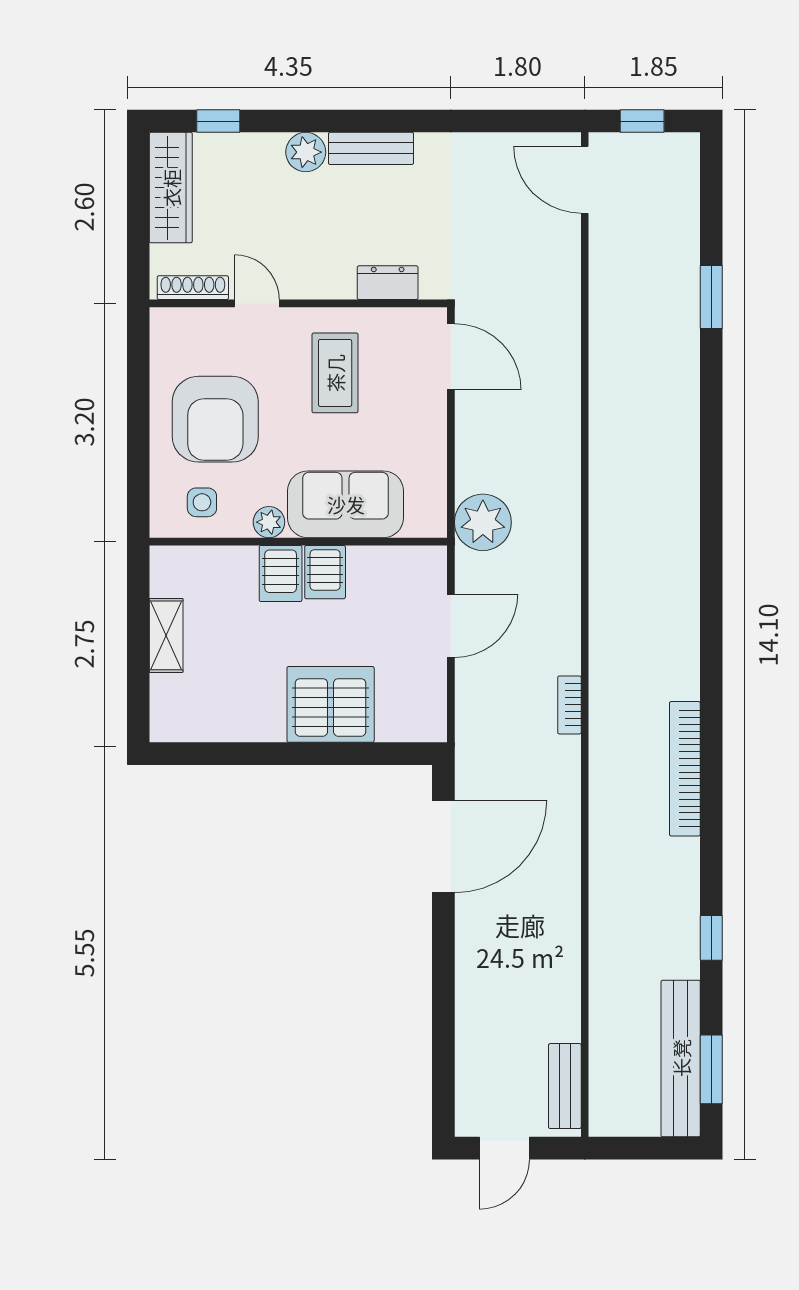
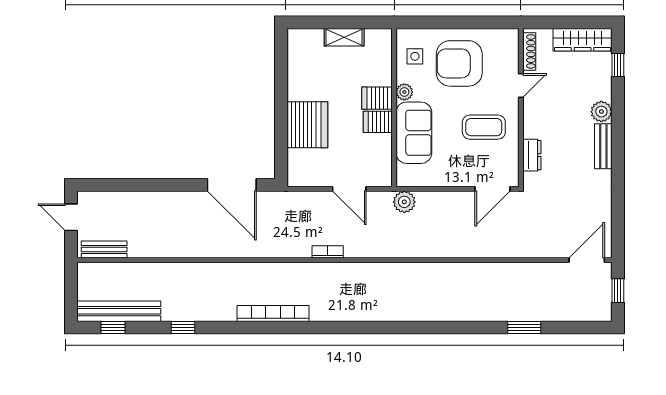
plant: (483, 522) -> (404, 202), width x0.73, depth x0.73
bookcase: (569, 705) -> (328, 252), moved
window: (711, 1069) -> (113, 327), width x0.67

